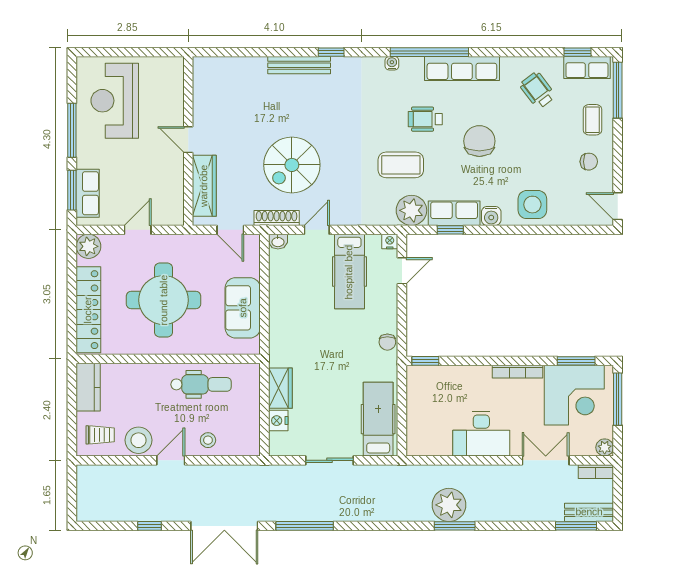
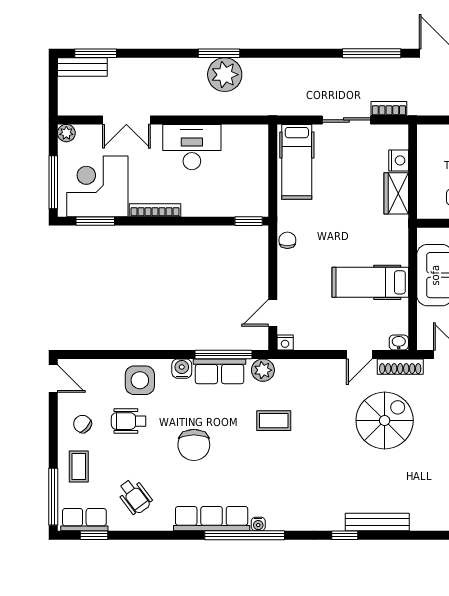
water cooler: (392, 63) -> (258, 524), moved
wheelchair: (425, 119) -> (129, 421), moved, turned 180
chair: (589, 162) -> (82, 424), turned 41
coffee table: (401, 165) -> (274, 421), width x0.73, depth x0.77
plant: (411, 210) -> (263, 370), width x0.73, depth x0.73
window: (450, 230) -> (223, 354), width x2.17
hospital bed: (349, 272) -> (370, 282), moved, turned -90
bookcase: (596, 472) -> (389, 109), moved

